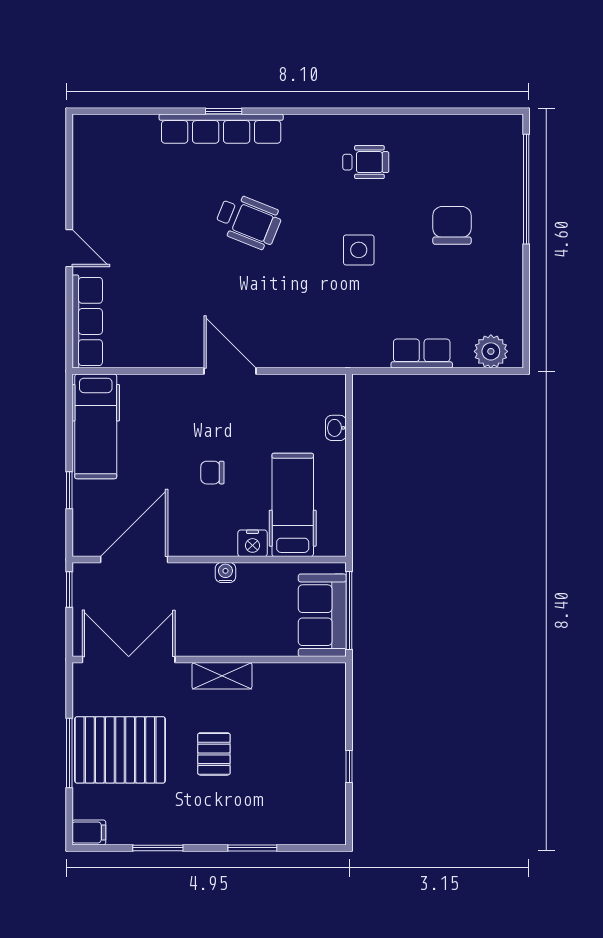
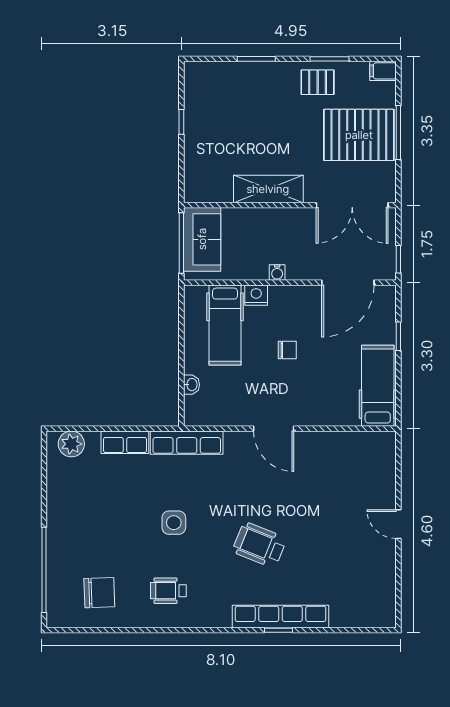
chair: (452, 225) -> (99, 593), moved, turned -92
row of seats: (87, 321) -> (187, 443), moved, turned -90
shelving: (222, 676) -> (268, 189), width x1.50, depth x1.33
pallet: (214, 754) -> (318, 82), moved, turned 90

